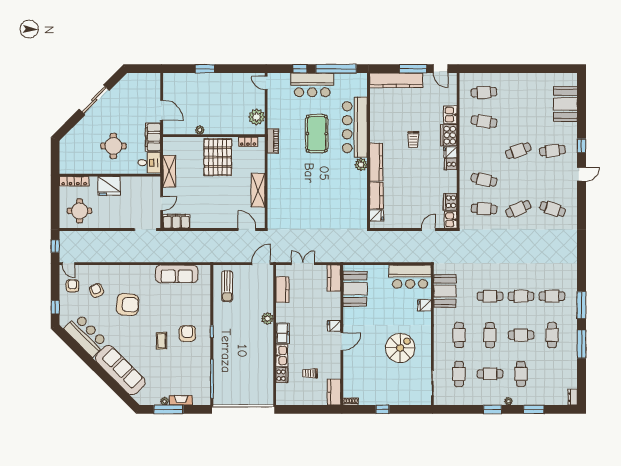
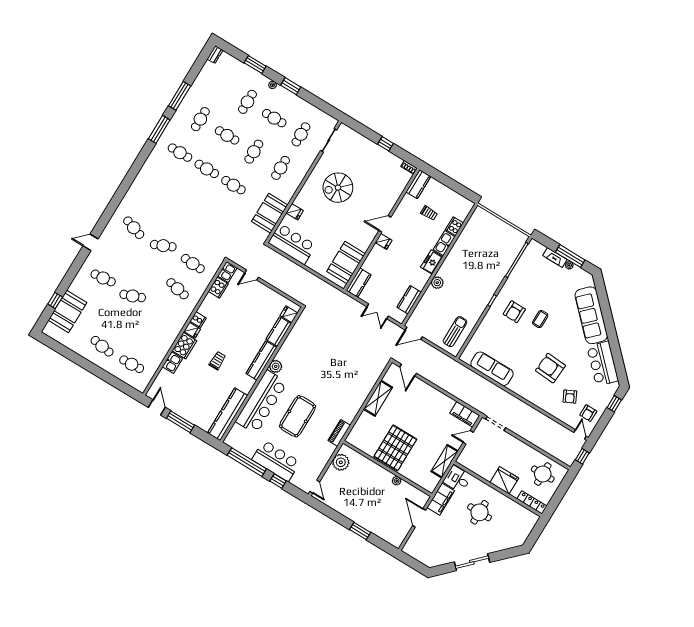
kitchen counter: (396, 80) -> (228, 414), moved, turned -90
cafe table: (484, 121) -> (102, 346), moved
locker: (248, 142) -> (361, 445), removed
window: (581, 146) -> (55, 301), moved

